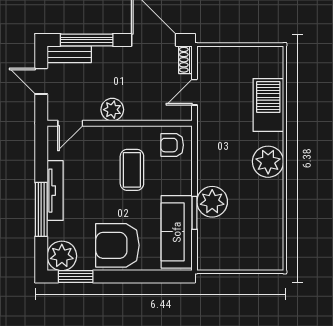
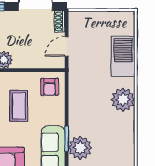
armchair: (172, 145) -> (50, 87), turned -90
plant: (212, 202) -> (80, 148), moved

